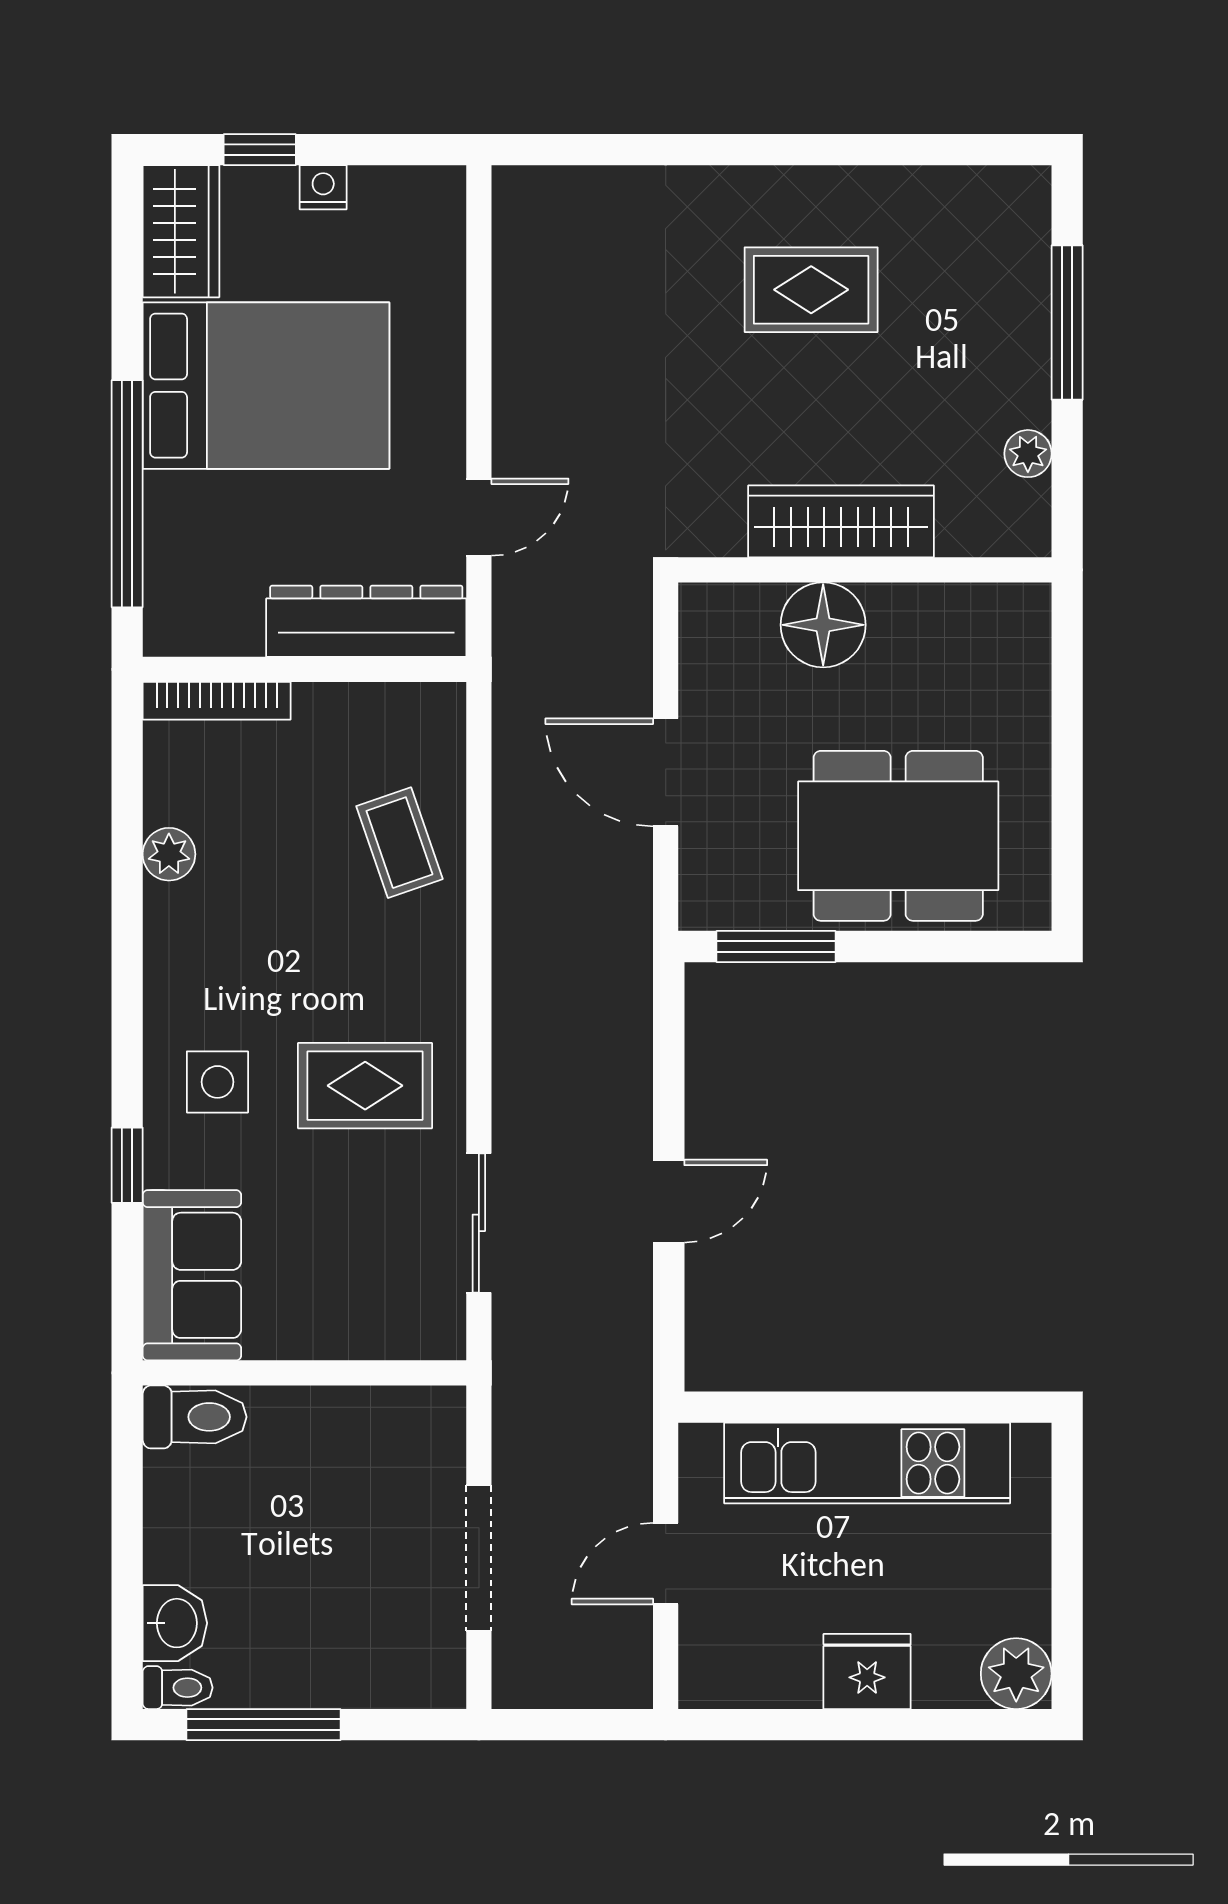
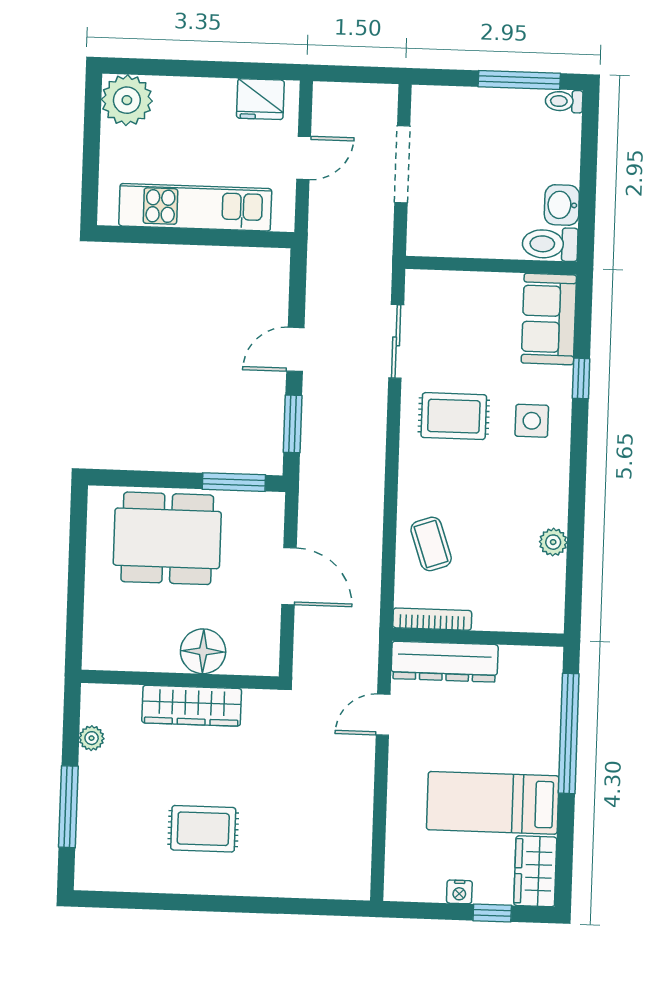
bed: (266, 386) -> (493, 803), width x0.67
bookcase: (217, 701) -> (432, 619), moved
window: (669, 1060) -> (293, 424), added
washbasin: (175, 1623) -> (562, 205), moved
fridge: (867, 1671) -> (260, 99), moved
plant: (1016, 1674) -> (127, 100), width x1.36, depth x1.36

